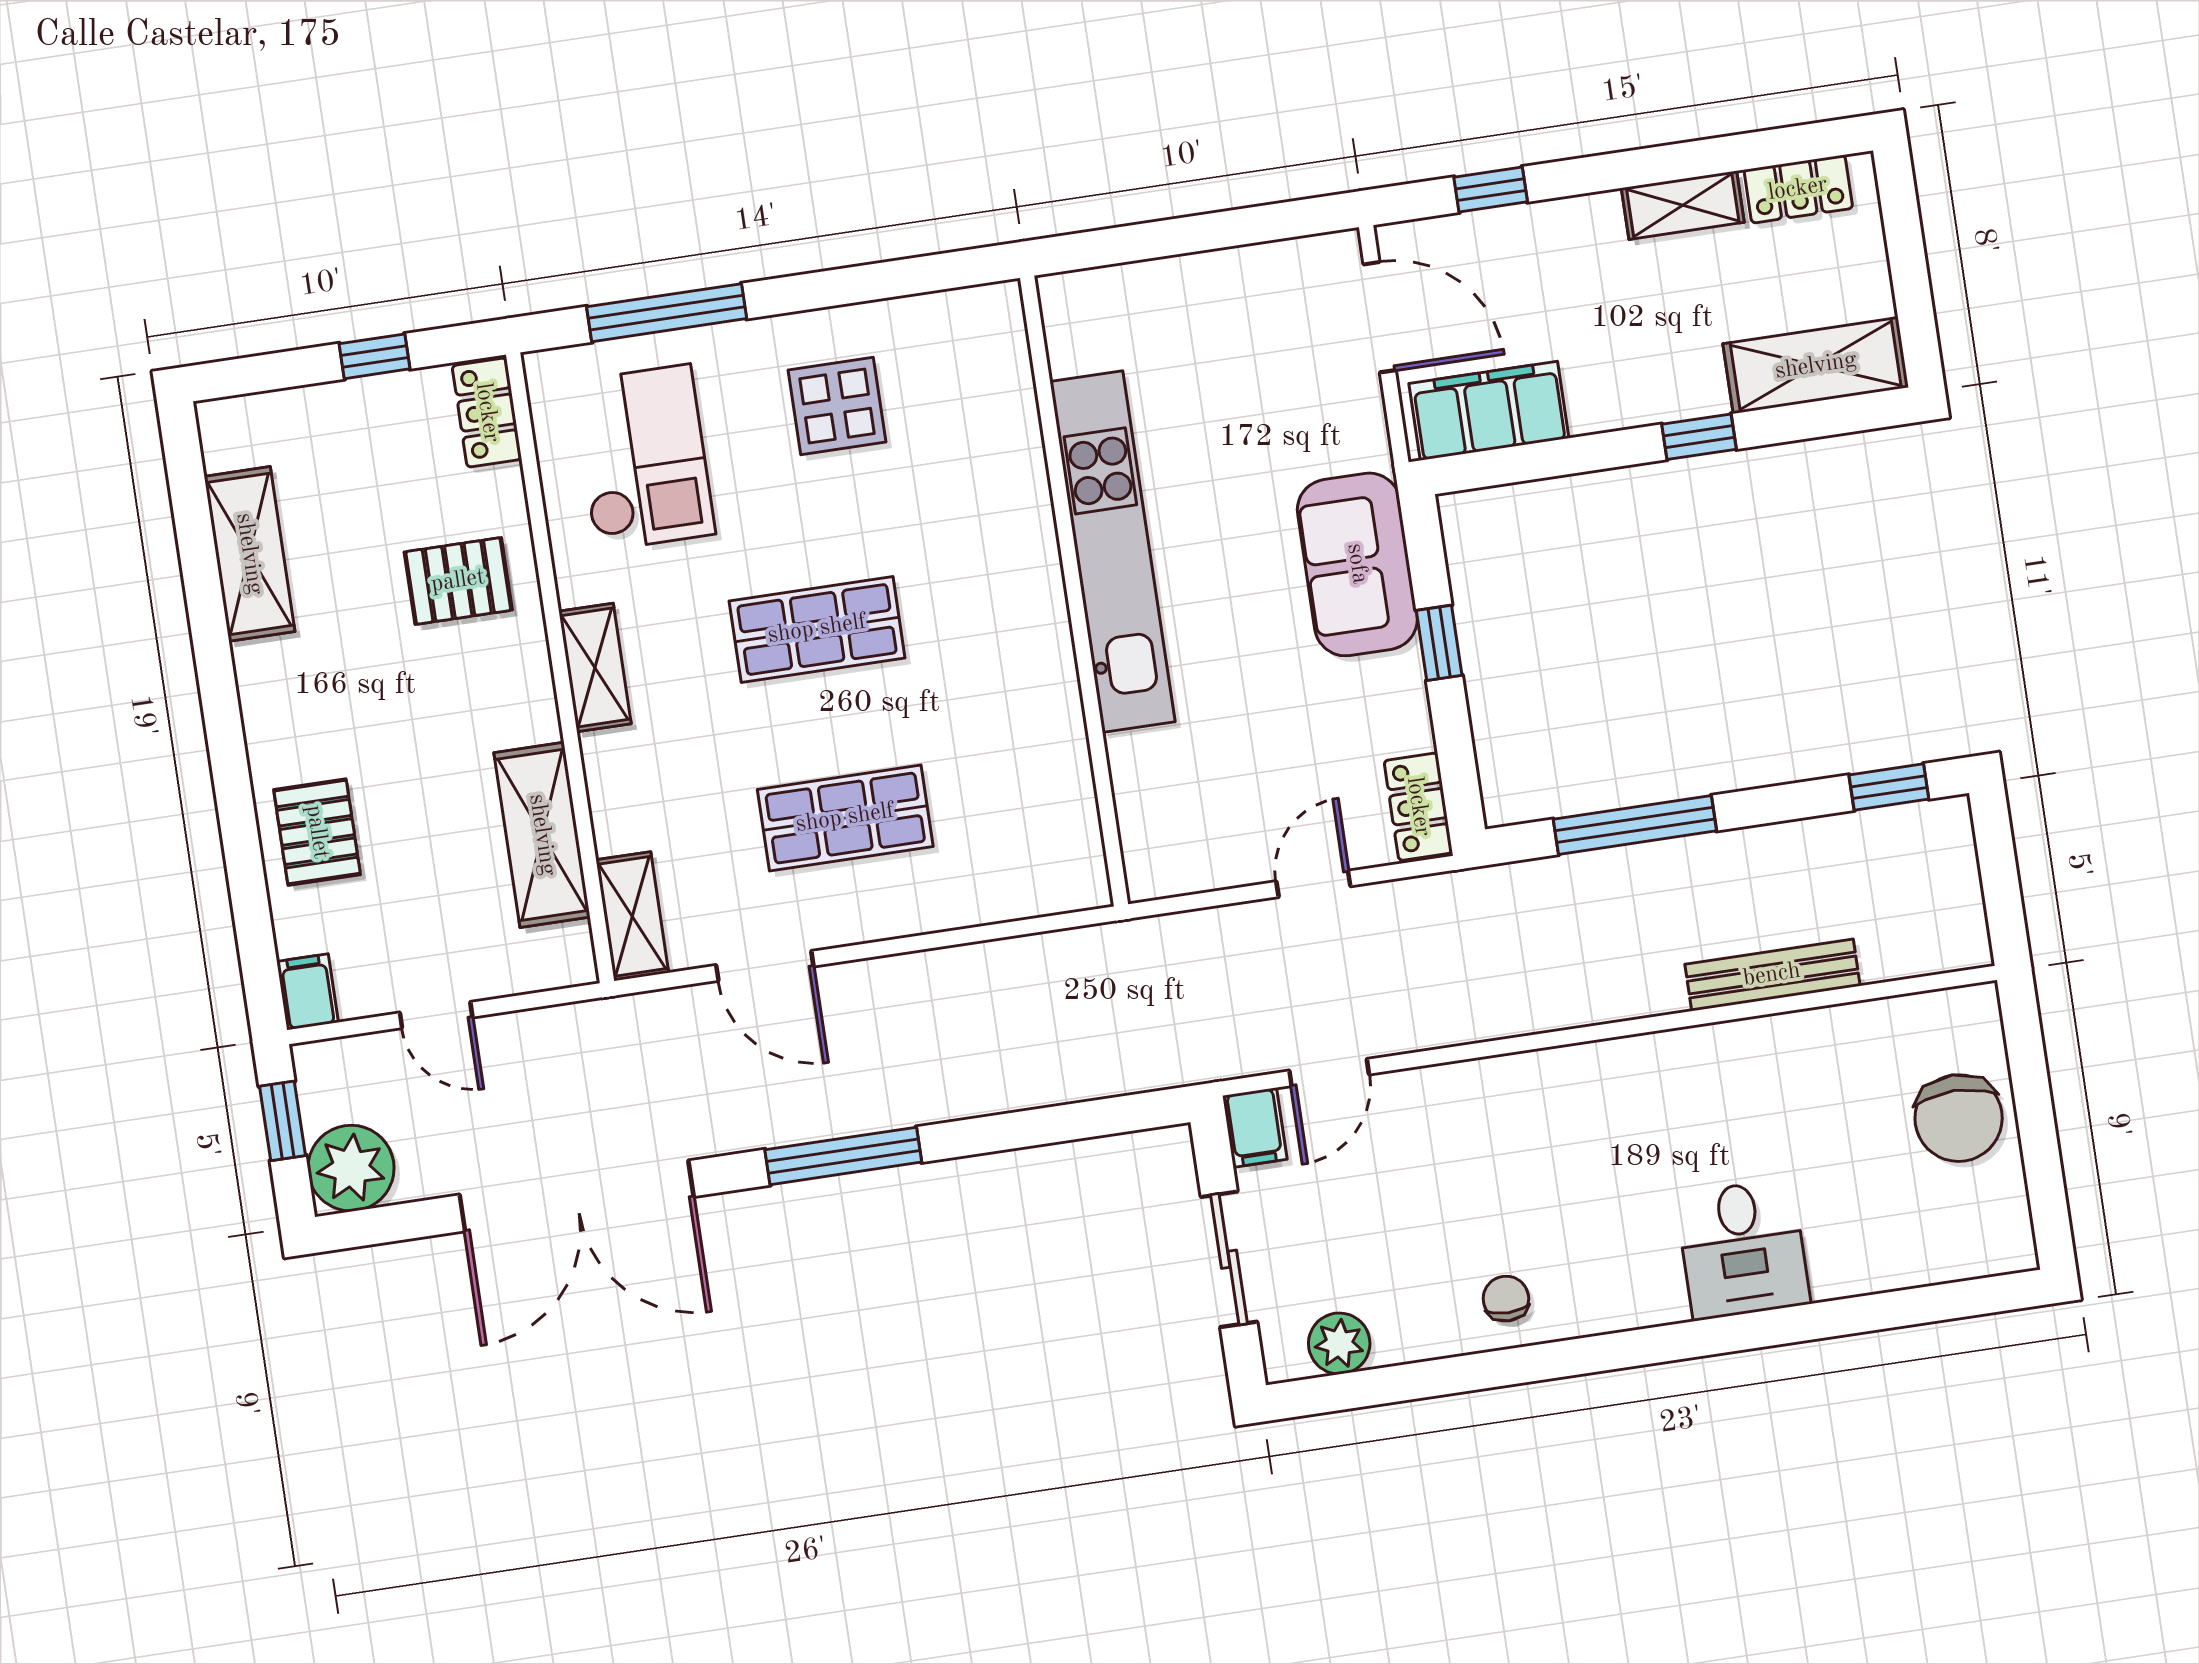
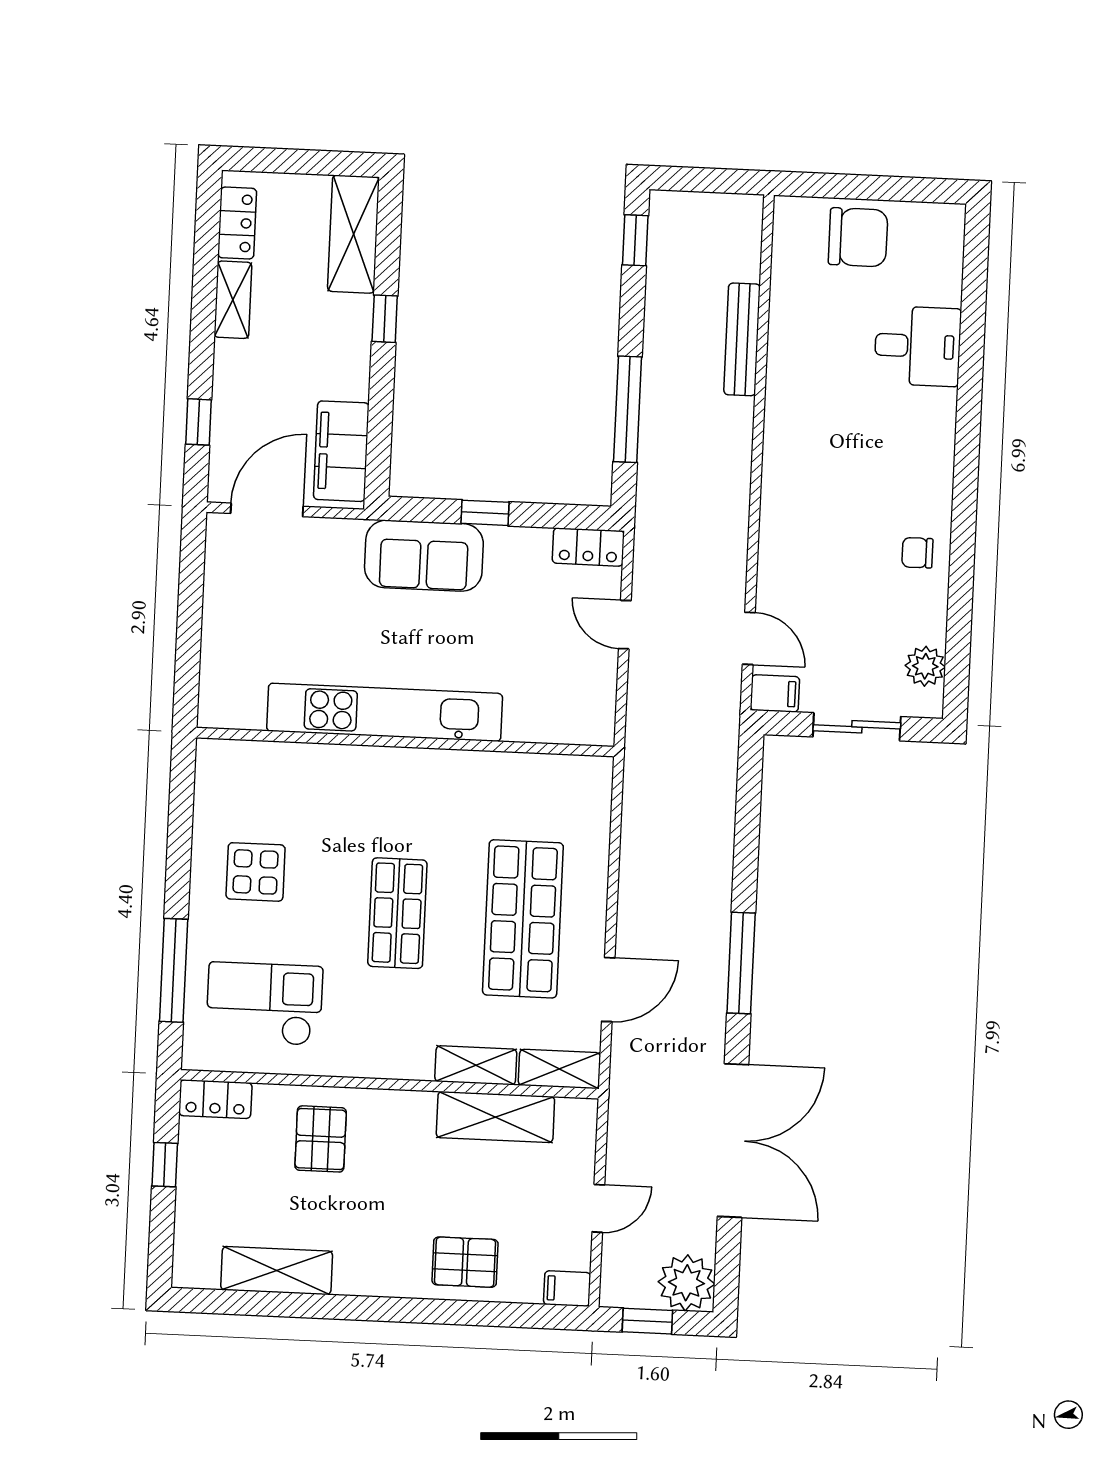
shelving: (595, 667) -> (476, 1065), moved
shop shelf: (845, 818) -> (523, 919), width x1.43, depth x1.36
desk: (1743, 1249) -> (918, 346), moved

